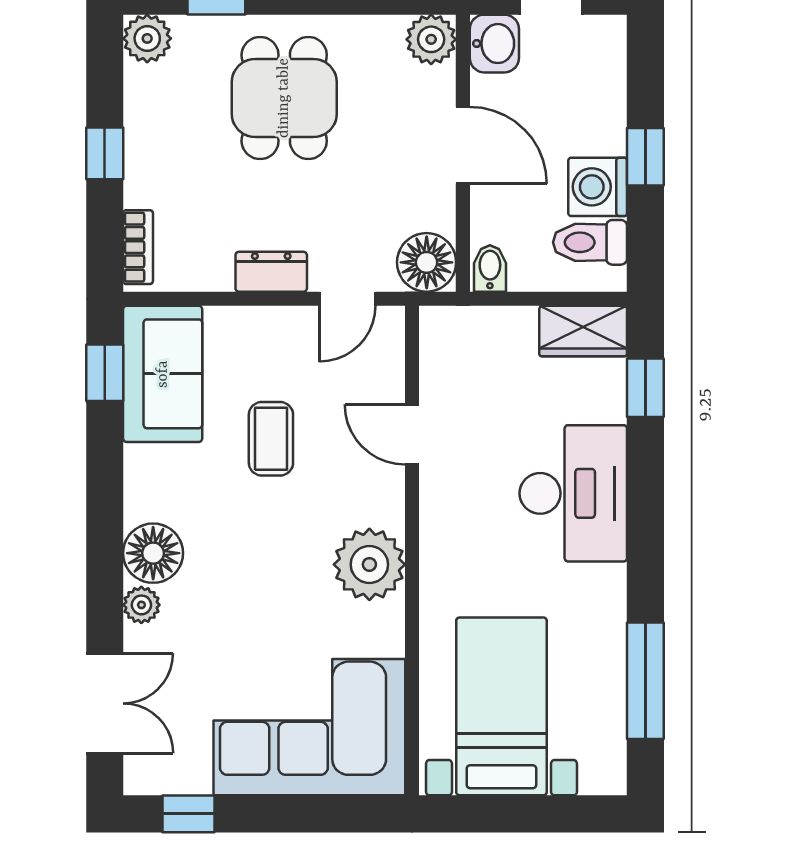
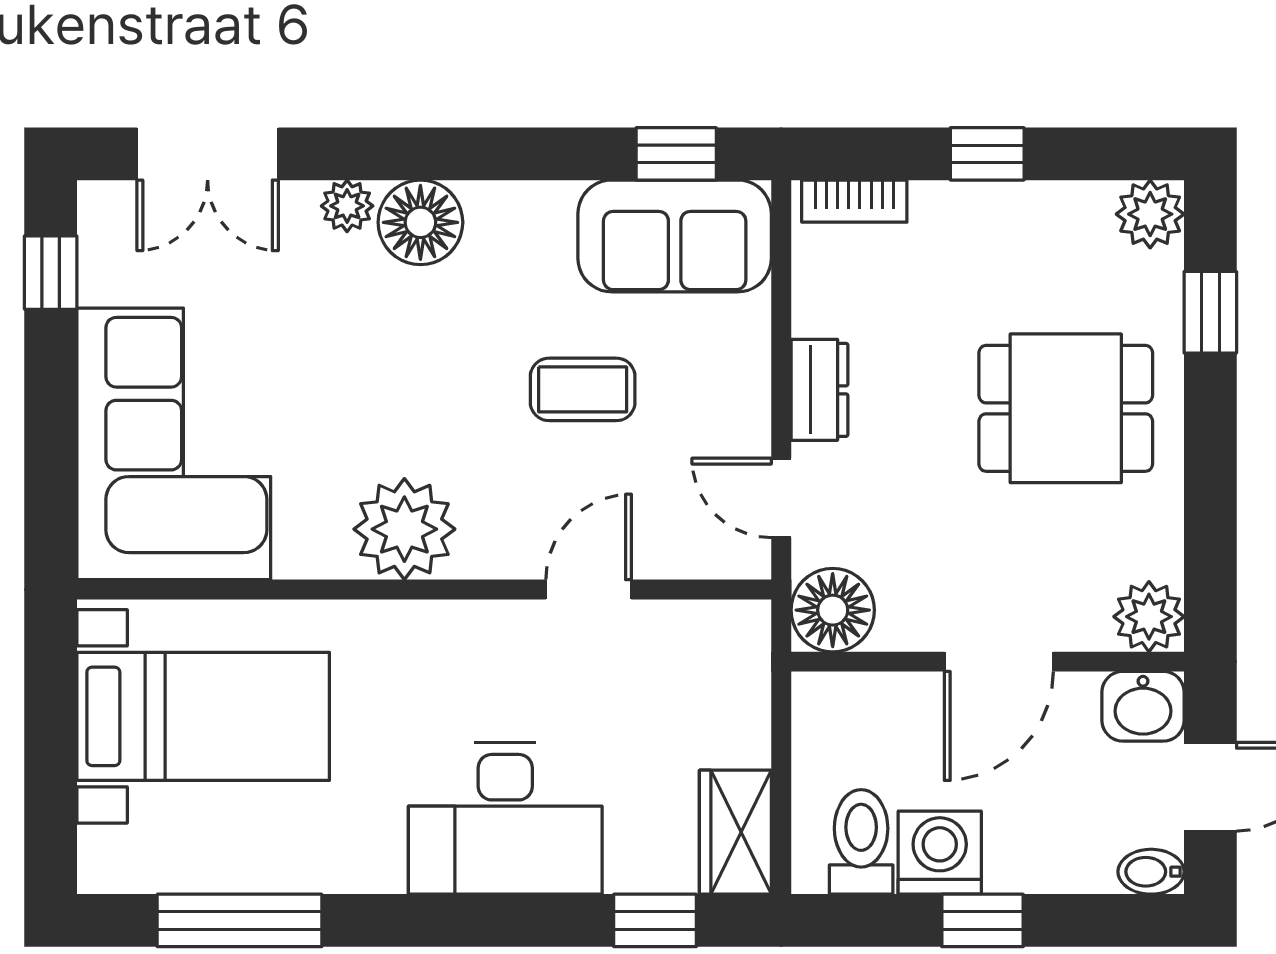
bidet: (490, 268) -> (1151, 872), moved, turned 180

